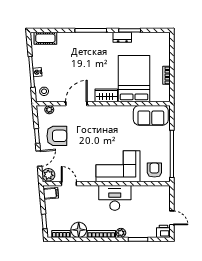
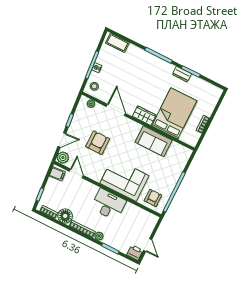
door: (76, 104) -> (116, 110), hinge flipped
sofa: (151, 115) -> (154, 141), moved
armchair: (57, 136) -> (98, 143), moved, turned -90

